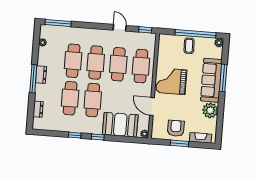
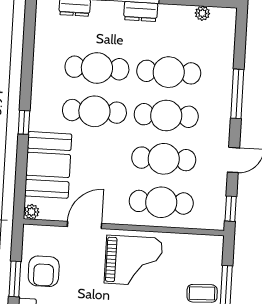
window: (58, 23) -> (237, 94), moved
grand piano: (171, 81) -> (133, 261), turned 90
armchair: (176, 128) -> (44, 271), turned 90
window: (75, 135) -> (27, 78), removed

